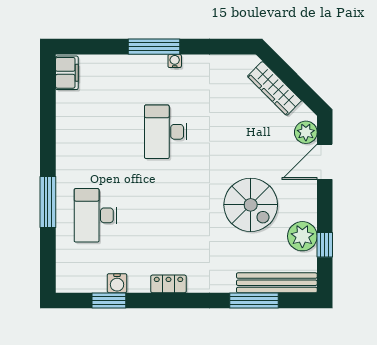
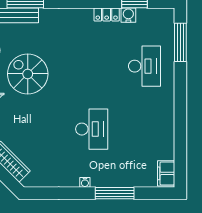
window: (154, 47) -> (115, 193), moved
window: (48, 202) -> (180, 42), moved
locker: (168, 284) -> (107, 14), moved

